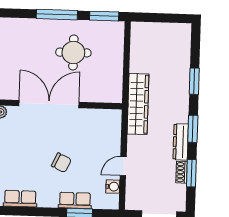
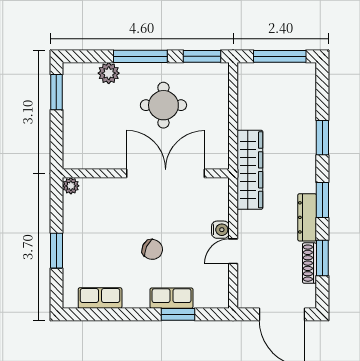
window: (164, 18) -> (280, 56), added
plant: (32, 27) -> (109, 73), added
double door: (49, 104) -> (166, 173), moved
shoe rack: (182, 172) -> (309, 263), width x1.43
water cooler: (113, 187) -> (220, 230), moved

